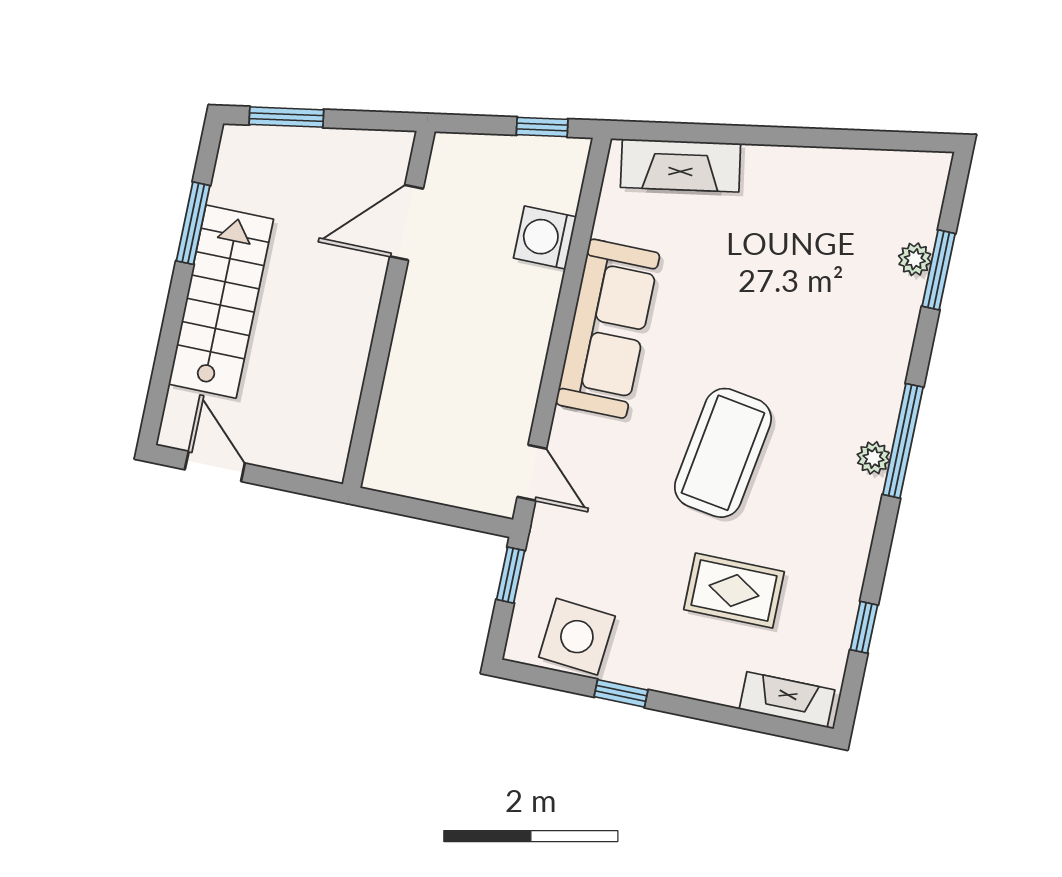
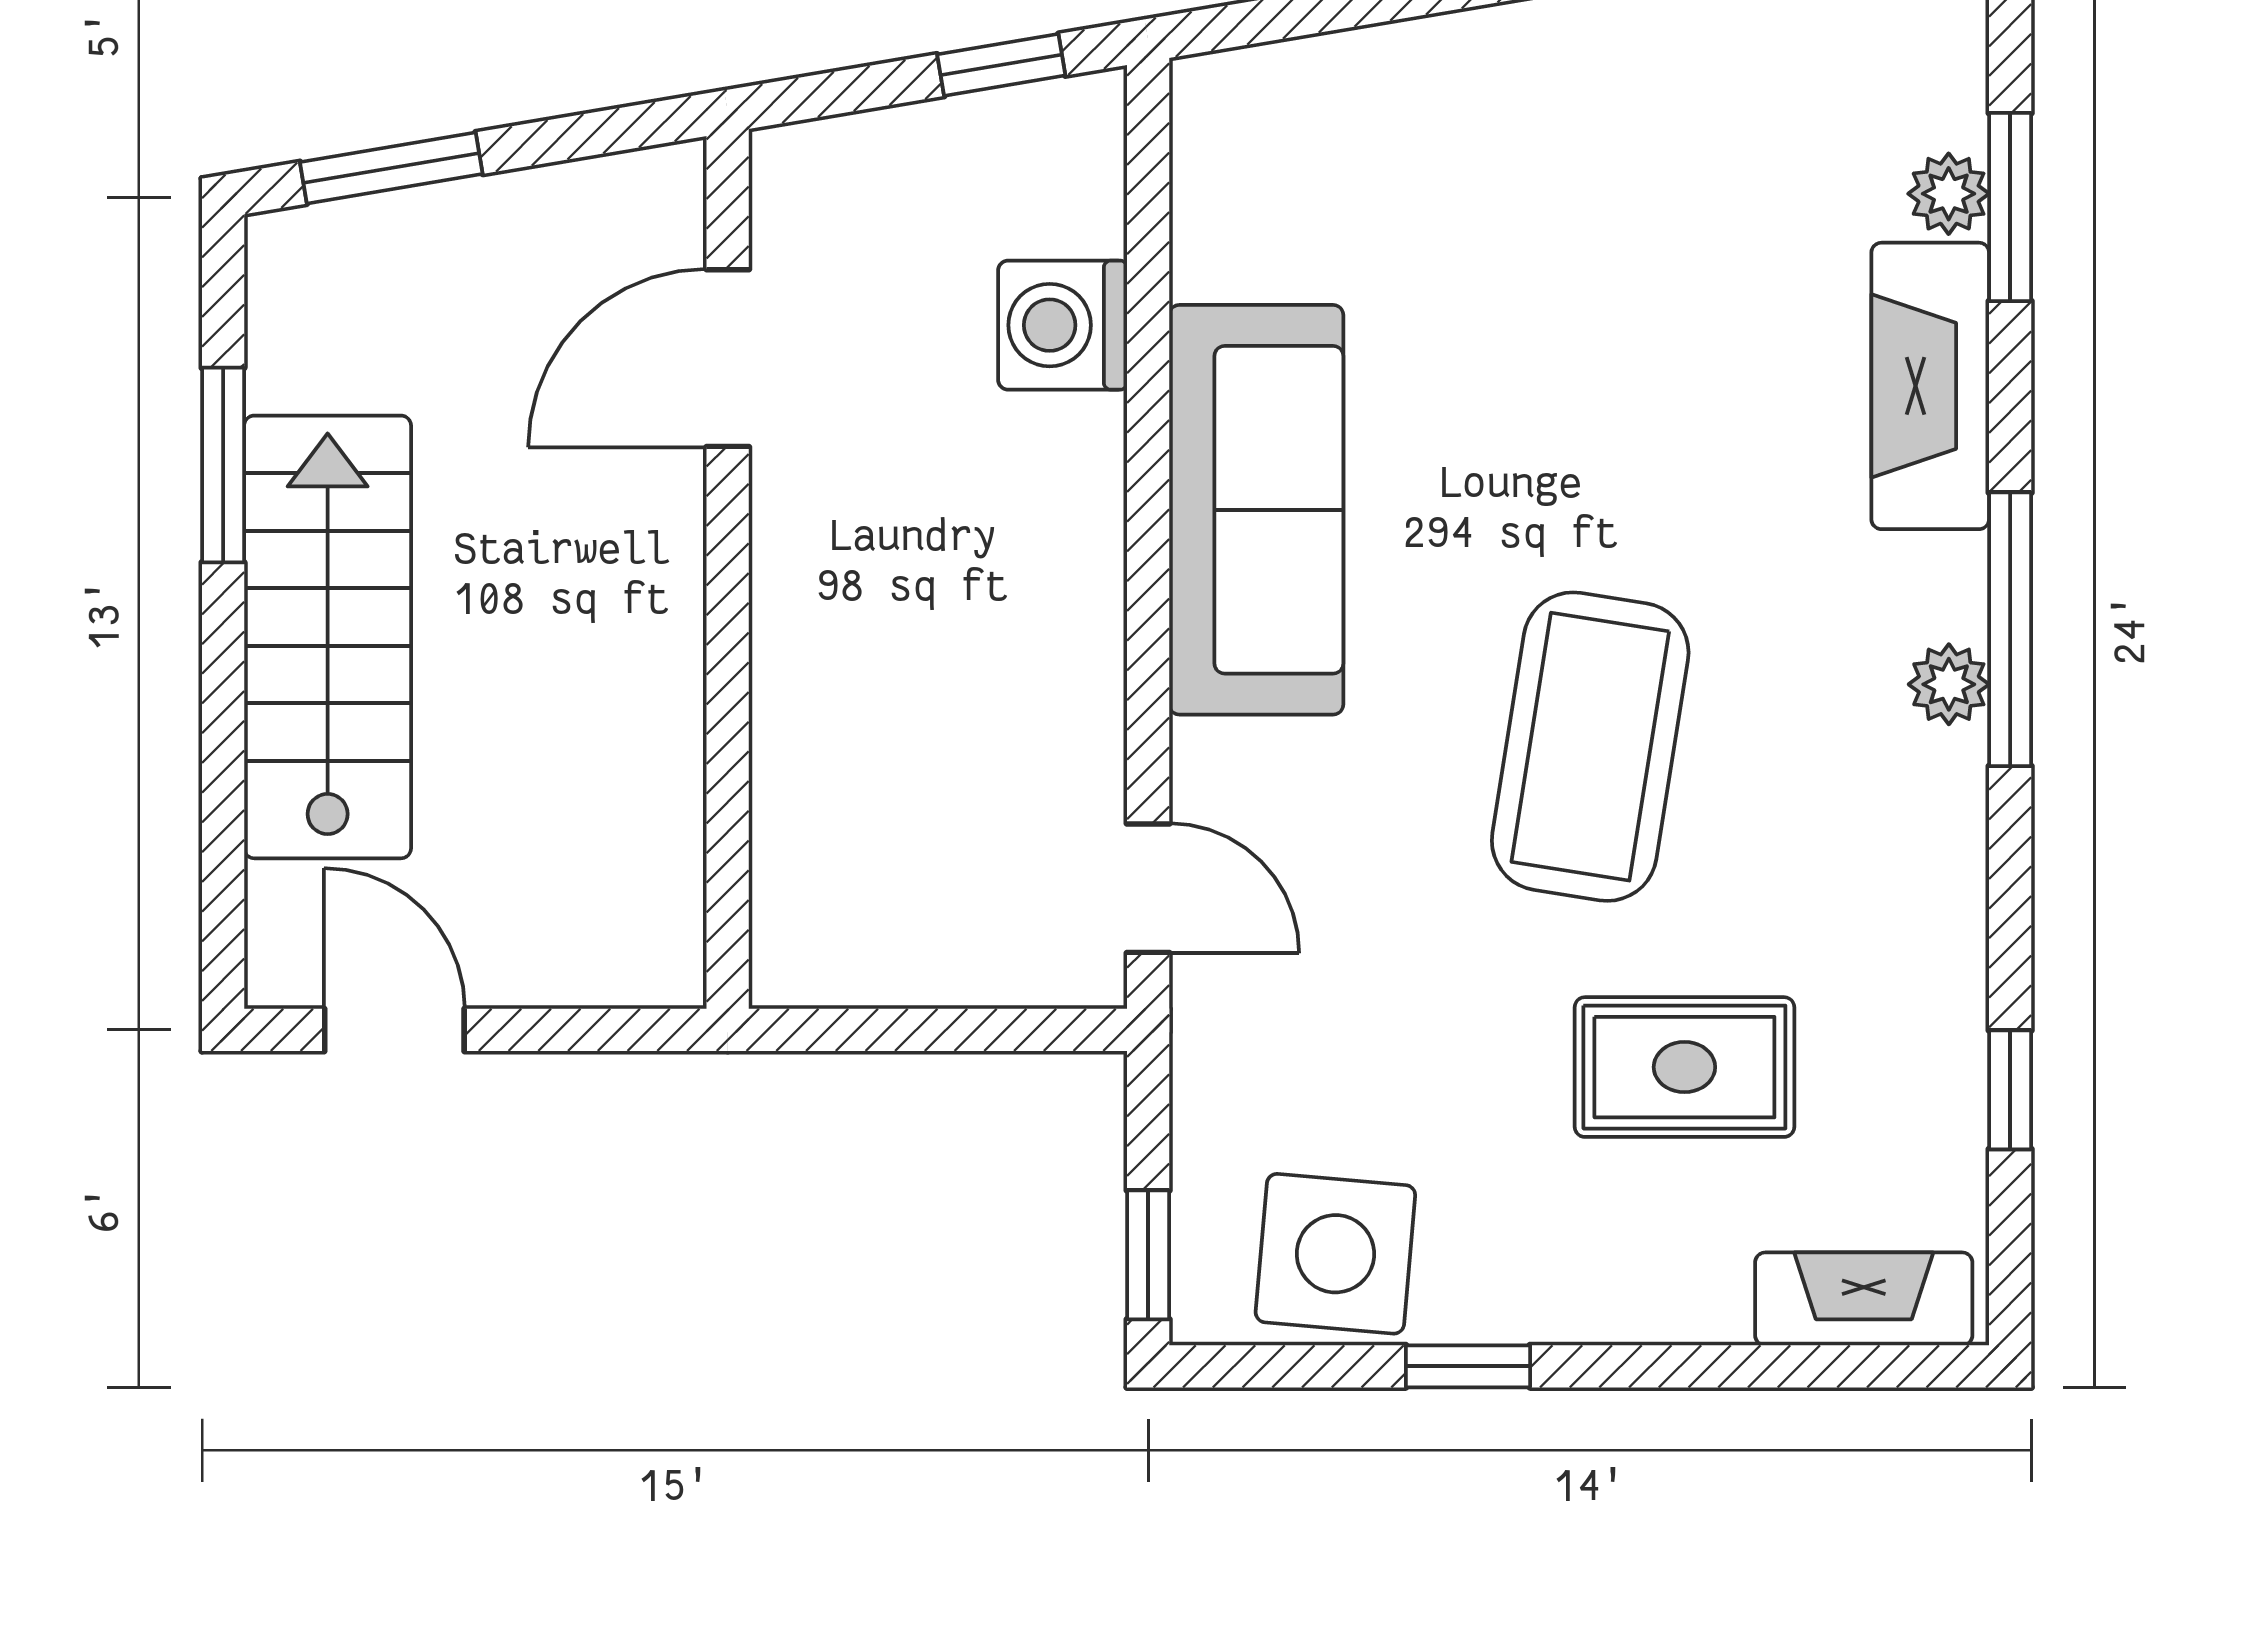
fireplace: (681, 165) -> (1930, 386), moved, turned 100
window: (511, 575) -> (1148, 1255), moved

